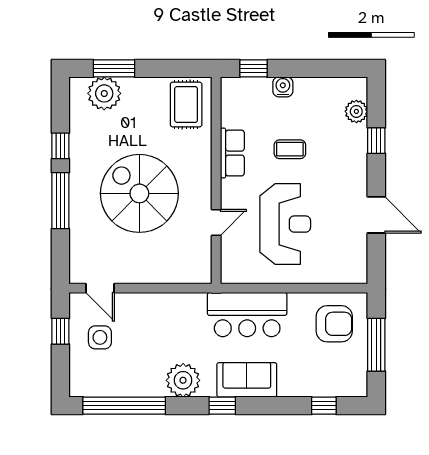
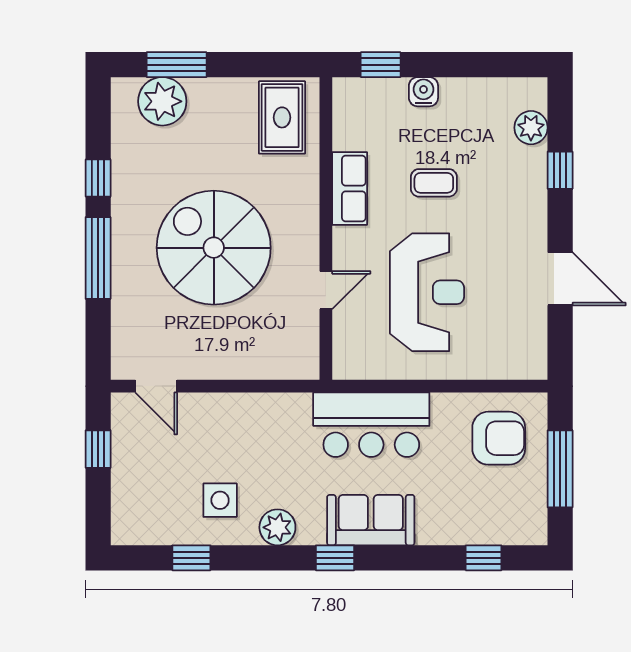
side table: (100, 337) -> (220, 500), moved
plant: (183, 380) -> (277, 527), width x0.73, depth x0.73
window: (124, 406) -> (191, 558), width x0.32

